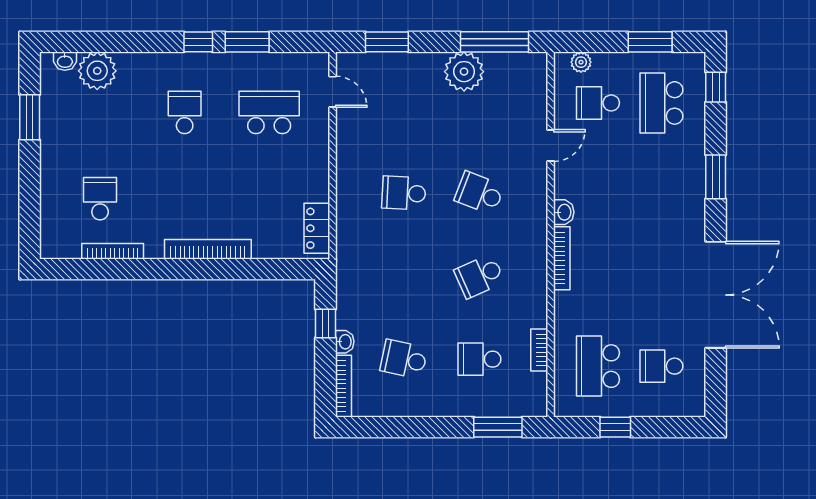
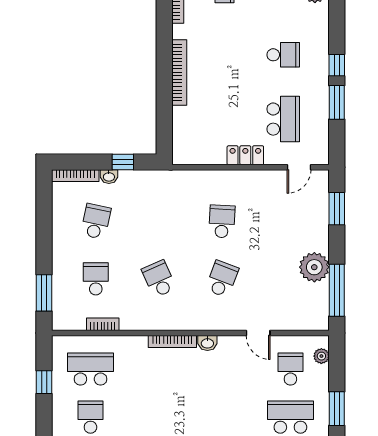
locker: (317, 228) -> (245, 155), moved

